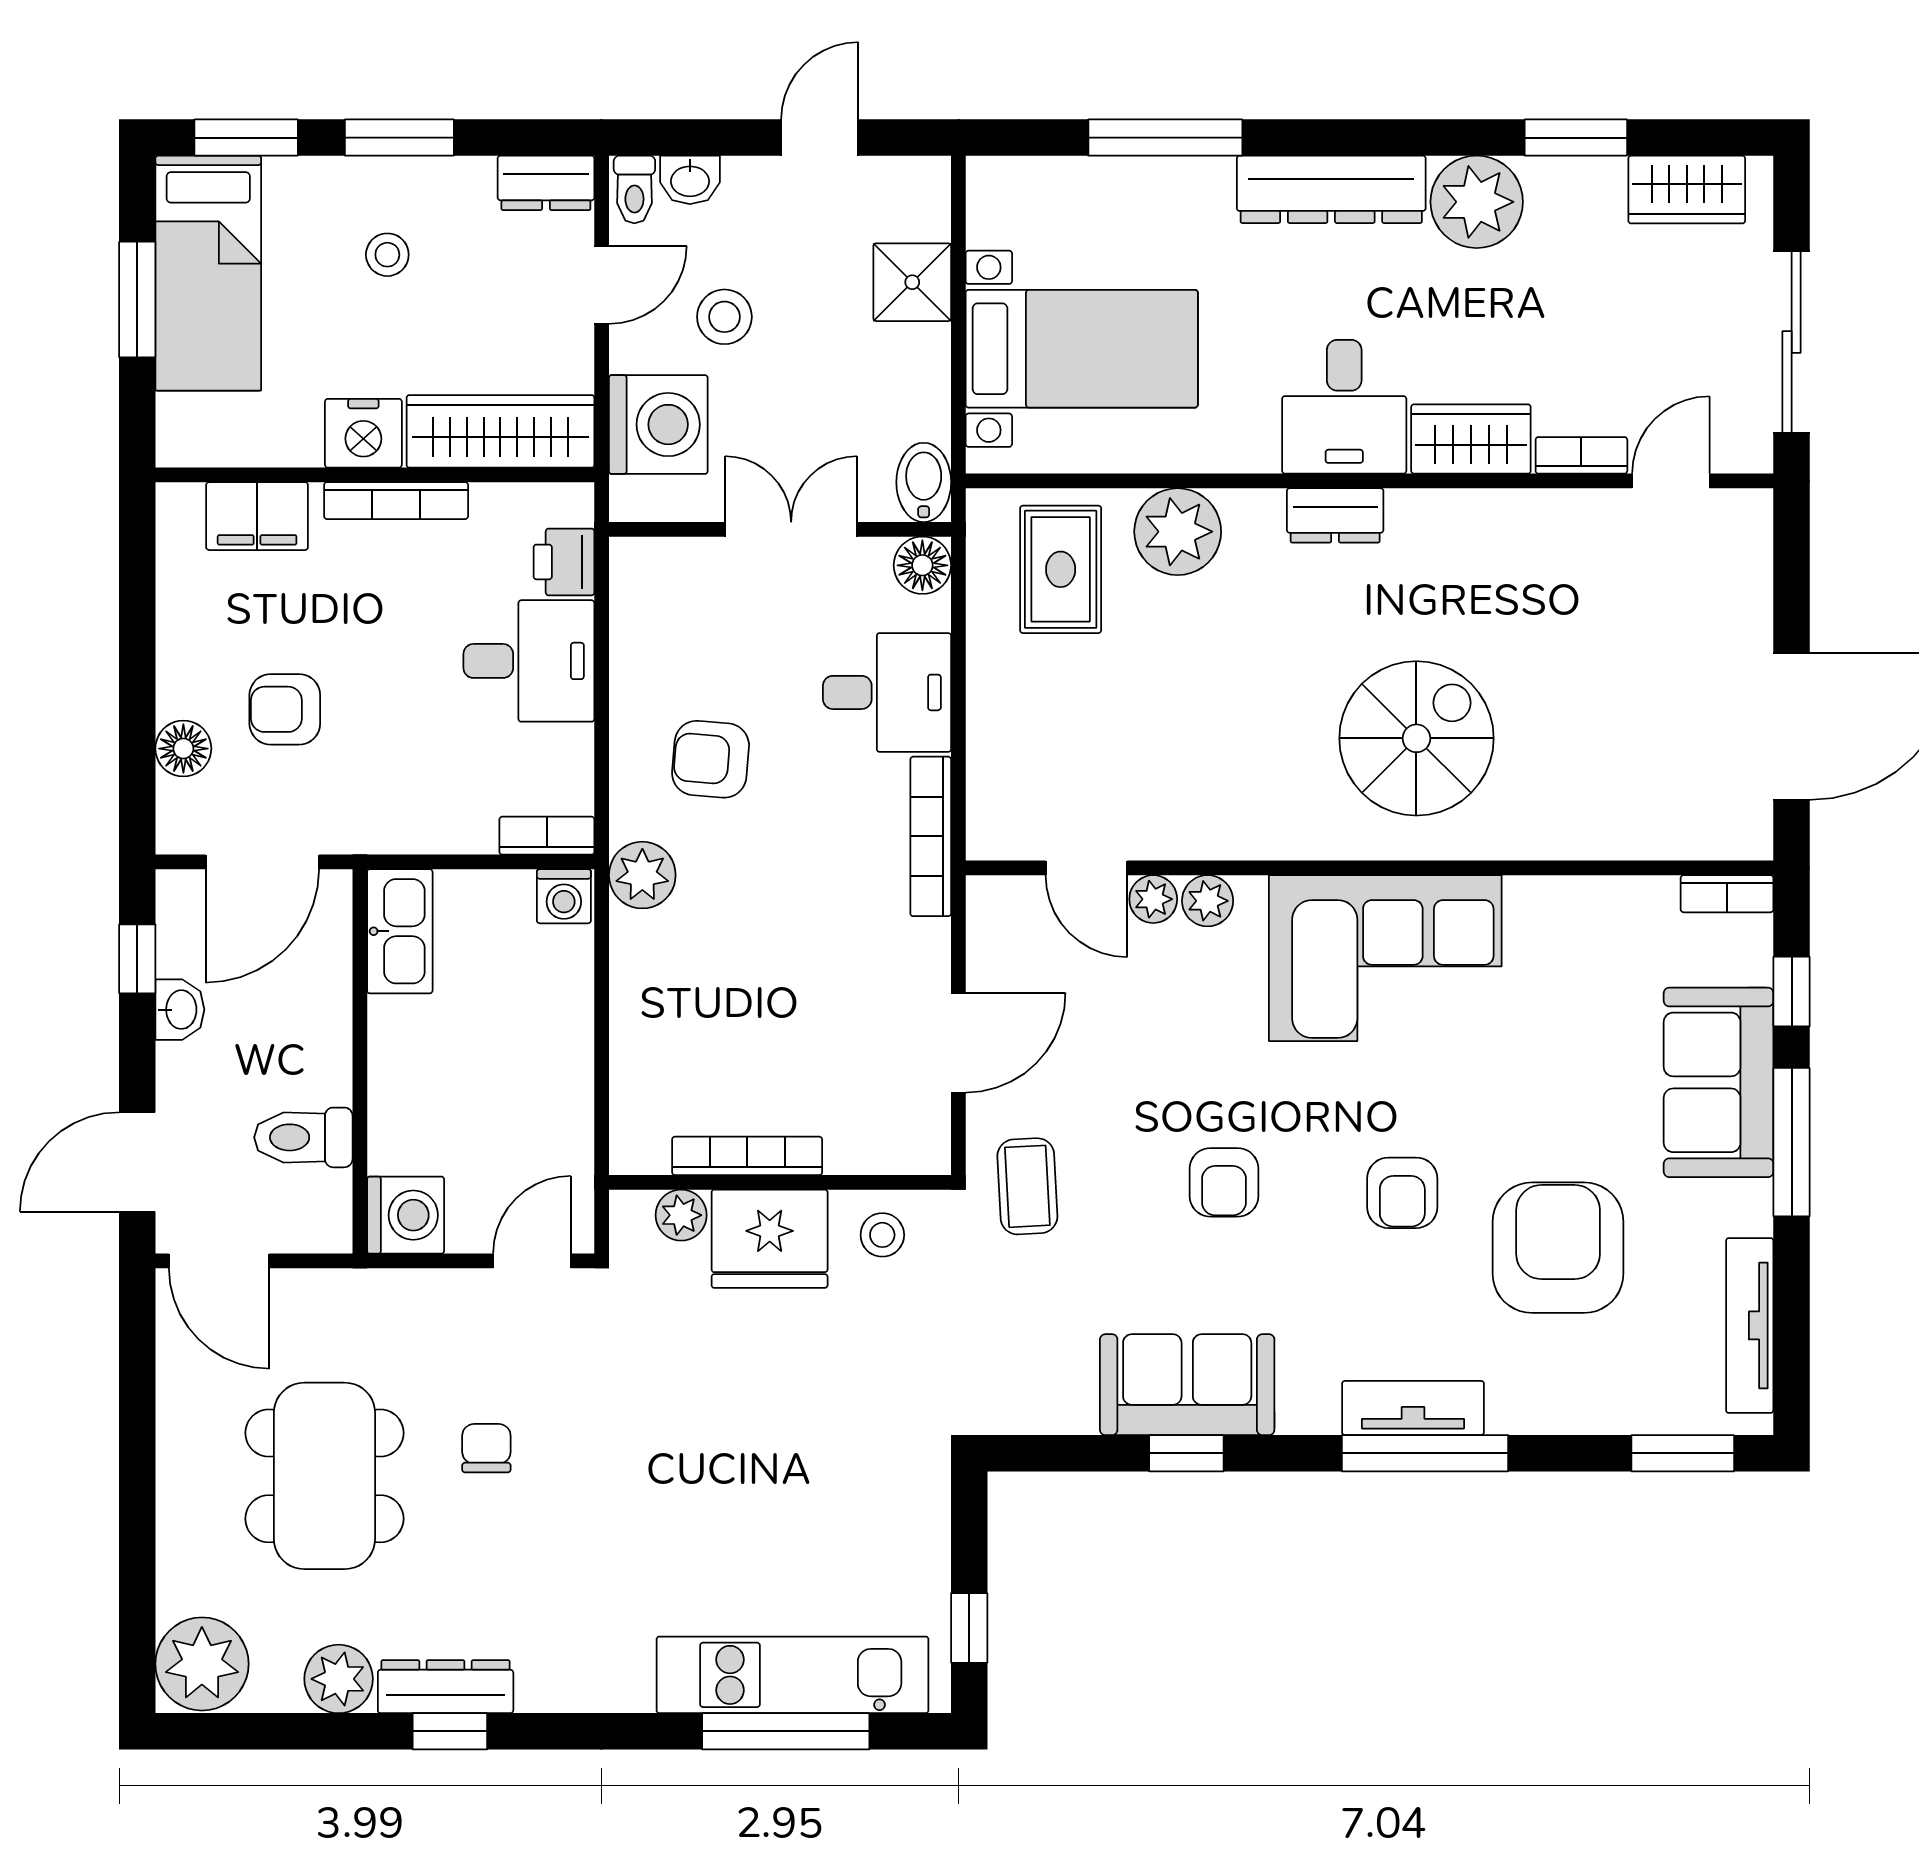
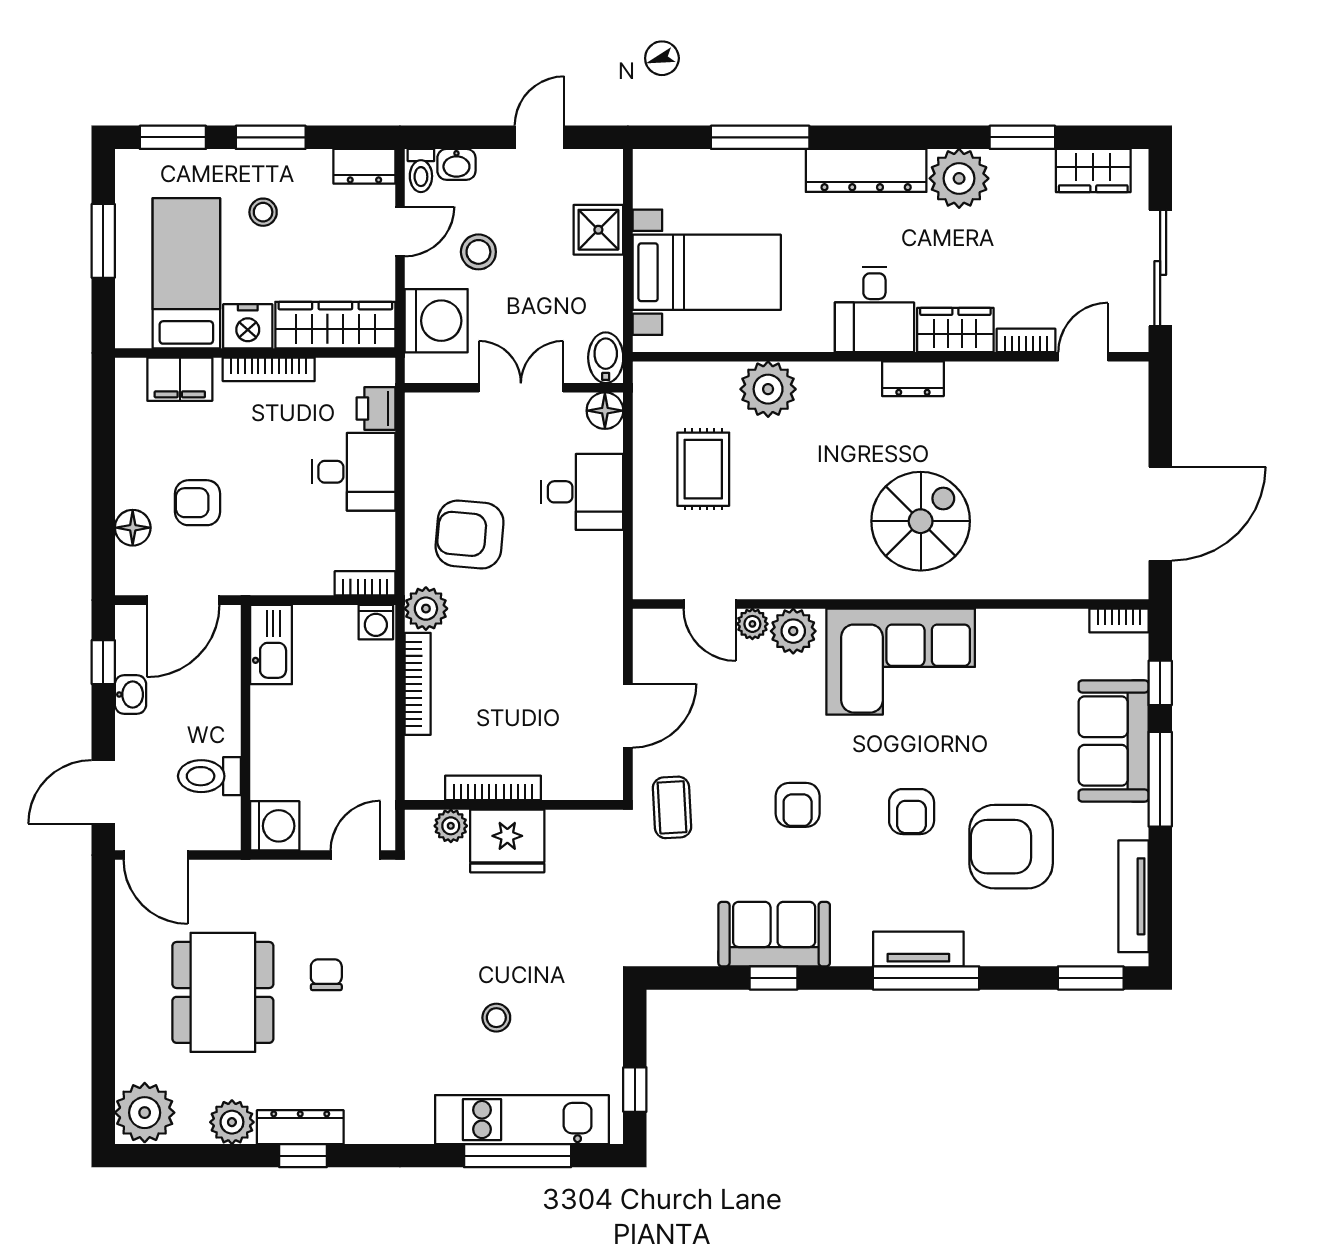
bed: (208, 273) -> (186, 273), moved, turned 180
dresser: (1335, 515) -> (913, 379), moved
rug: (1061, 569) -> (703, 469), moved
armchair: (711, 759) -> (470, 535), width x1.38, depth x1.38
bookcase: (931, 836) -> (418, 684), moved, turned 180
plant: (1208, 901) -> (793, 631), width x1.38, depth x1.38
stool: (882, 1235) -> (496, 1018), moved
armchair: (1558, 1248) -> (1011, 847), turned -90

